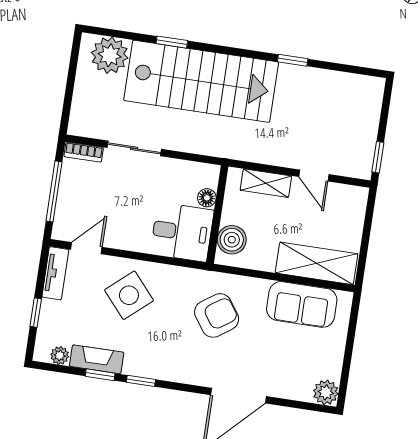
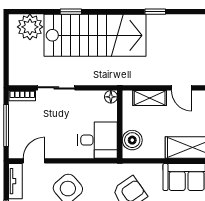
floor lamp: (207, 198) -> (111, 97), moved

